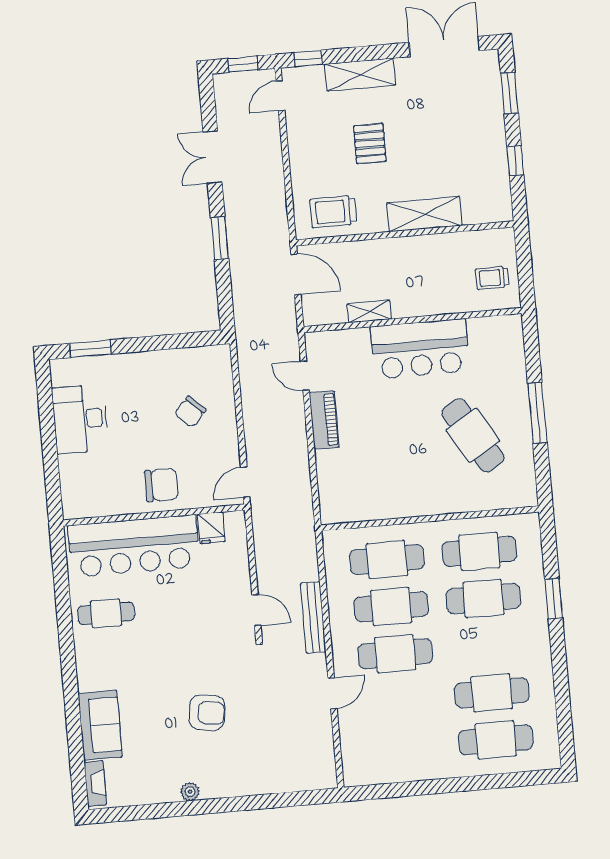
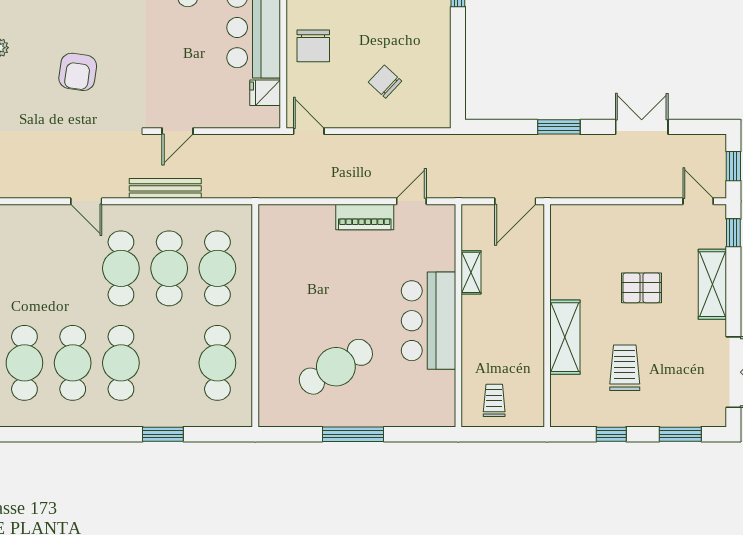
trolley: (333, 212) -> (625, 368), moved
cafe table: (483, 599) -> (121, 363), moved

